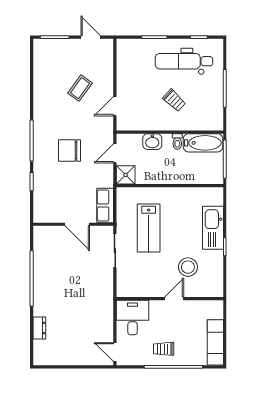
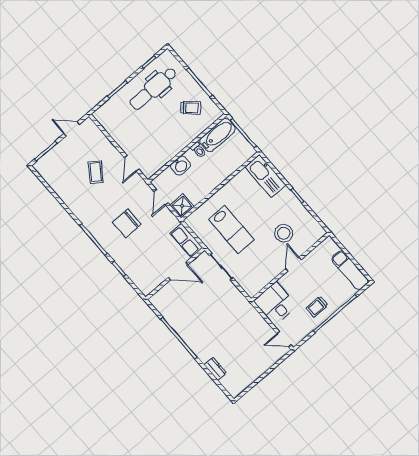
trolley: (174, 100) -> (191, 108), moved
kitchen sink: (213, 228) -> (265, 176), moved

